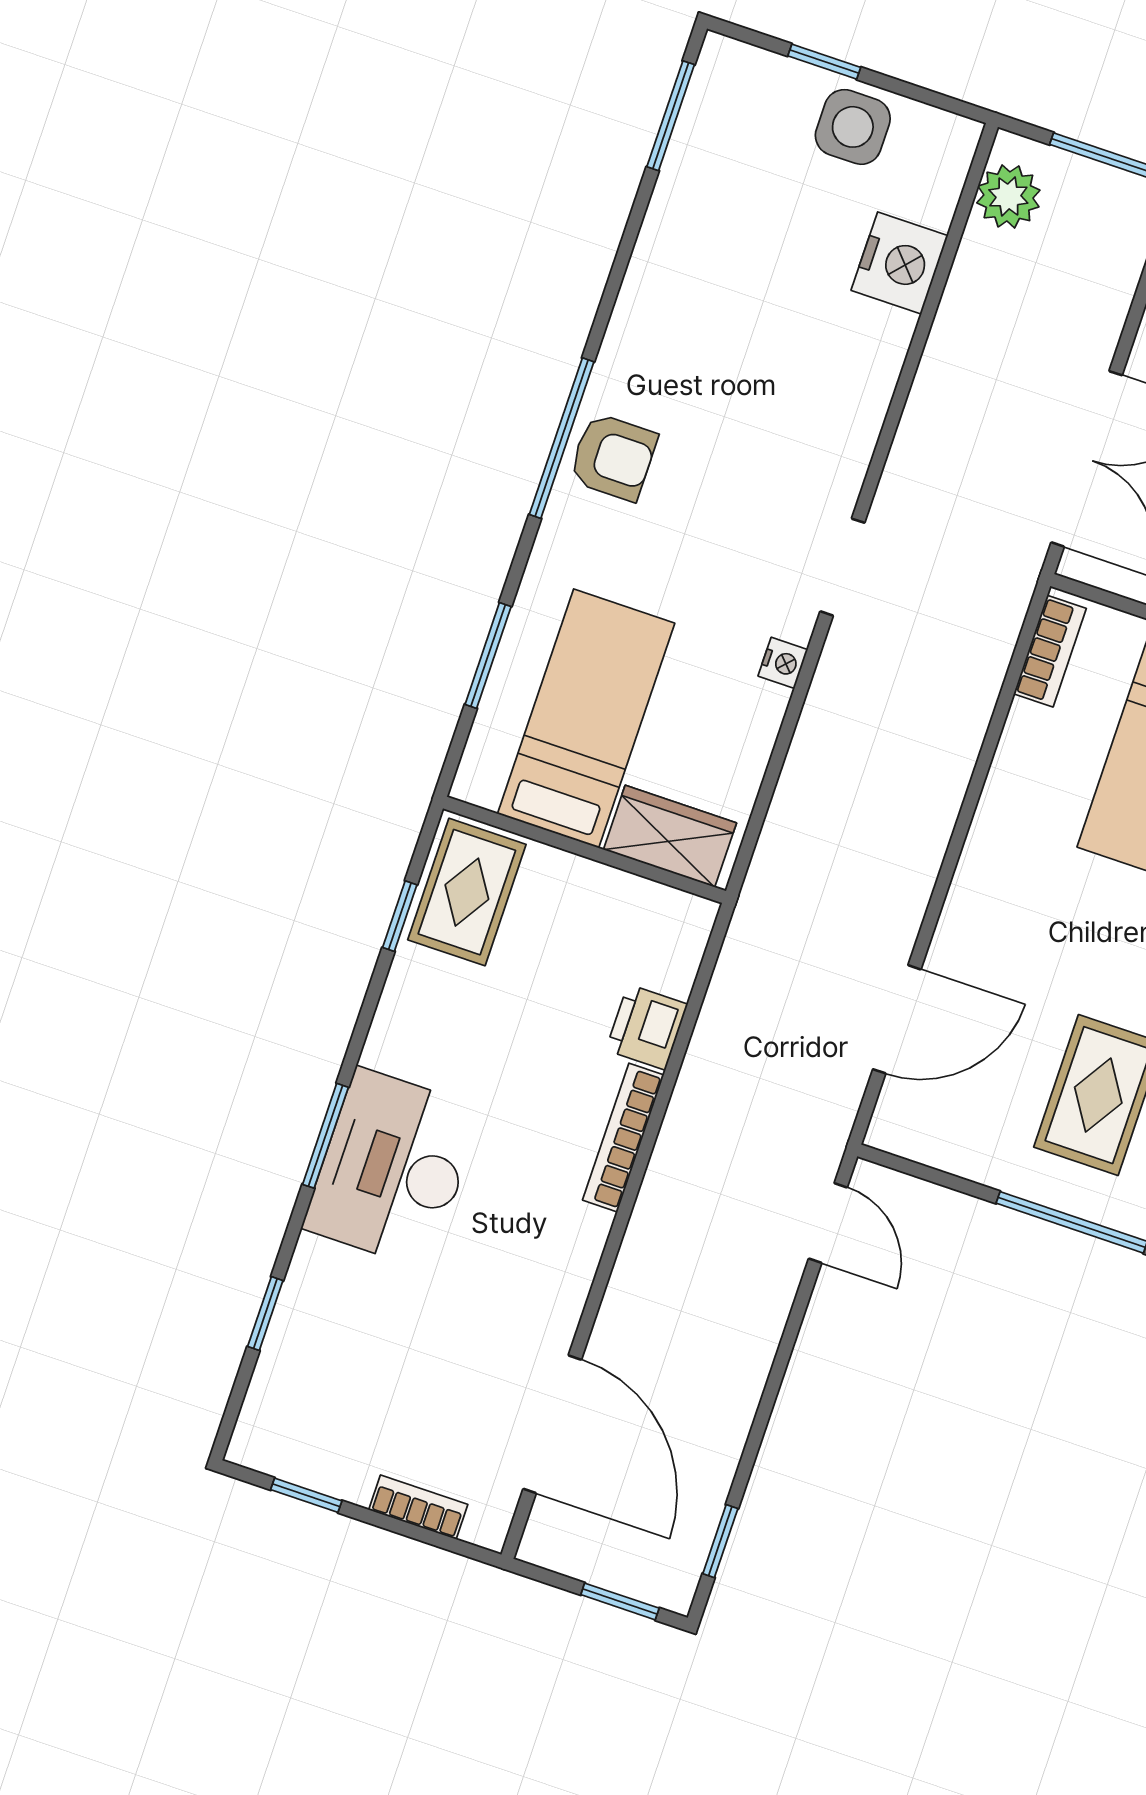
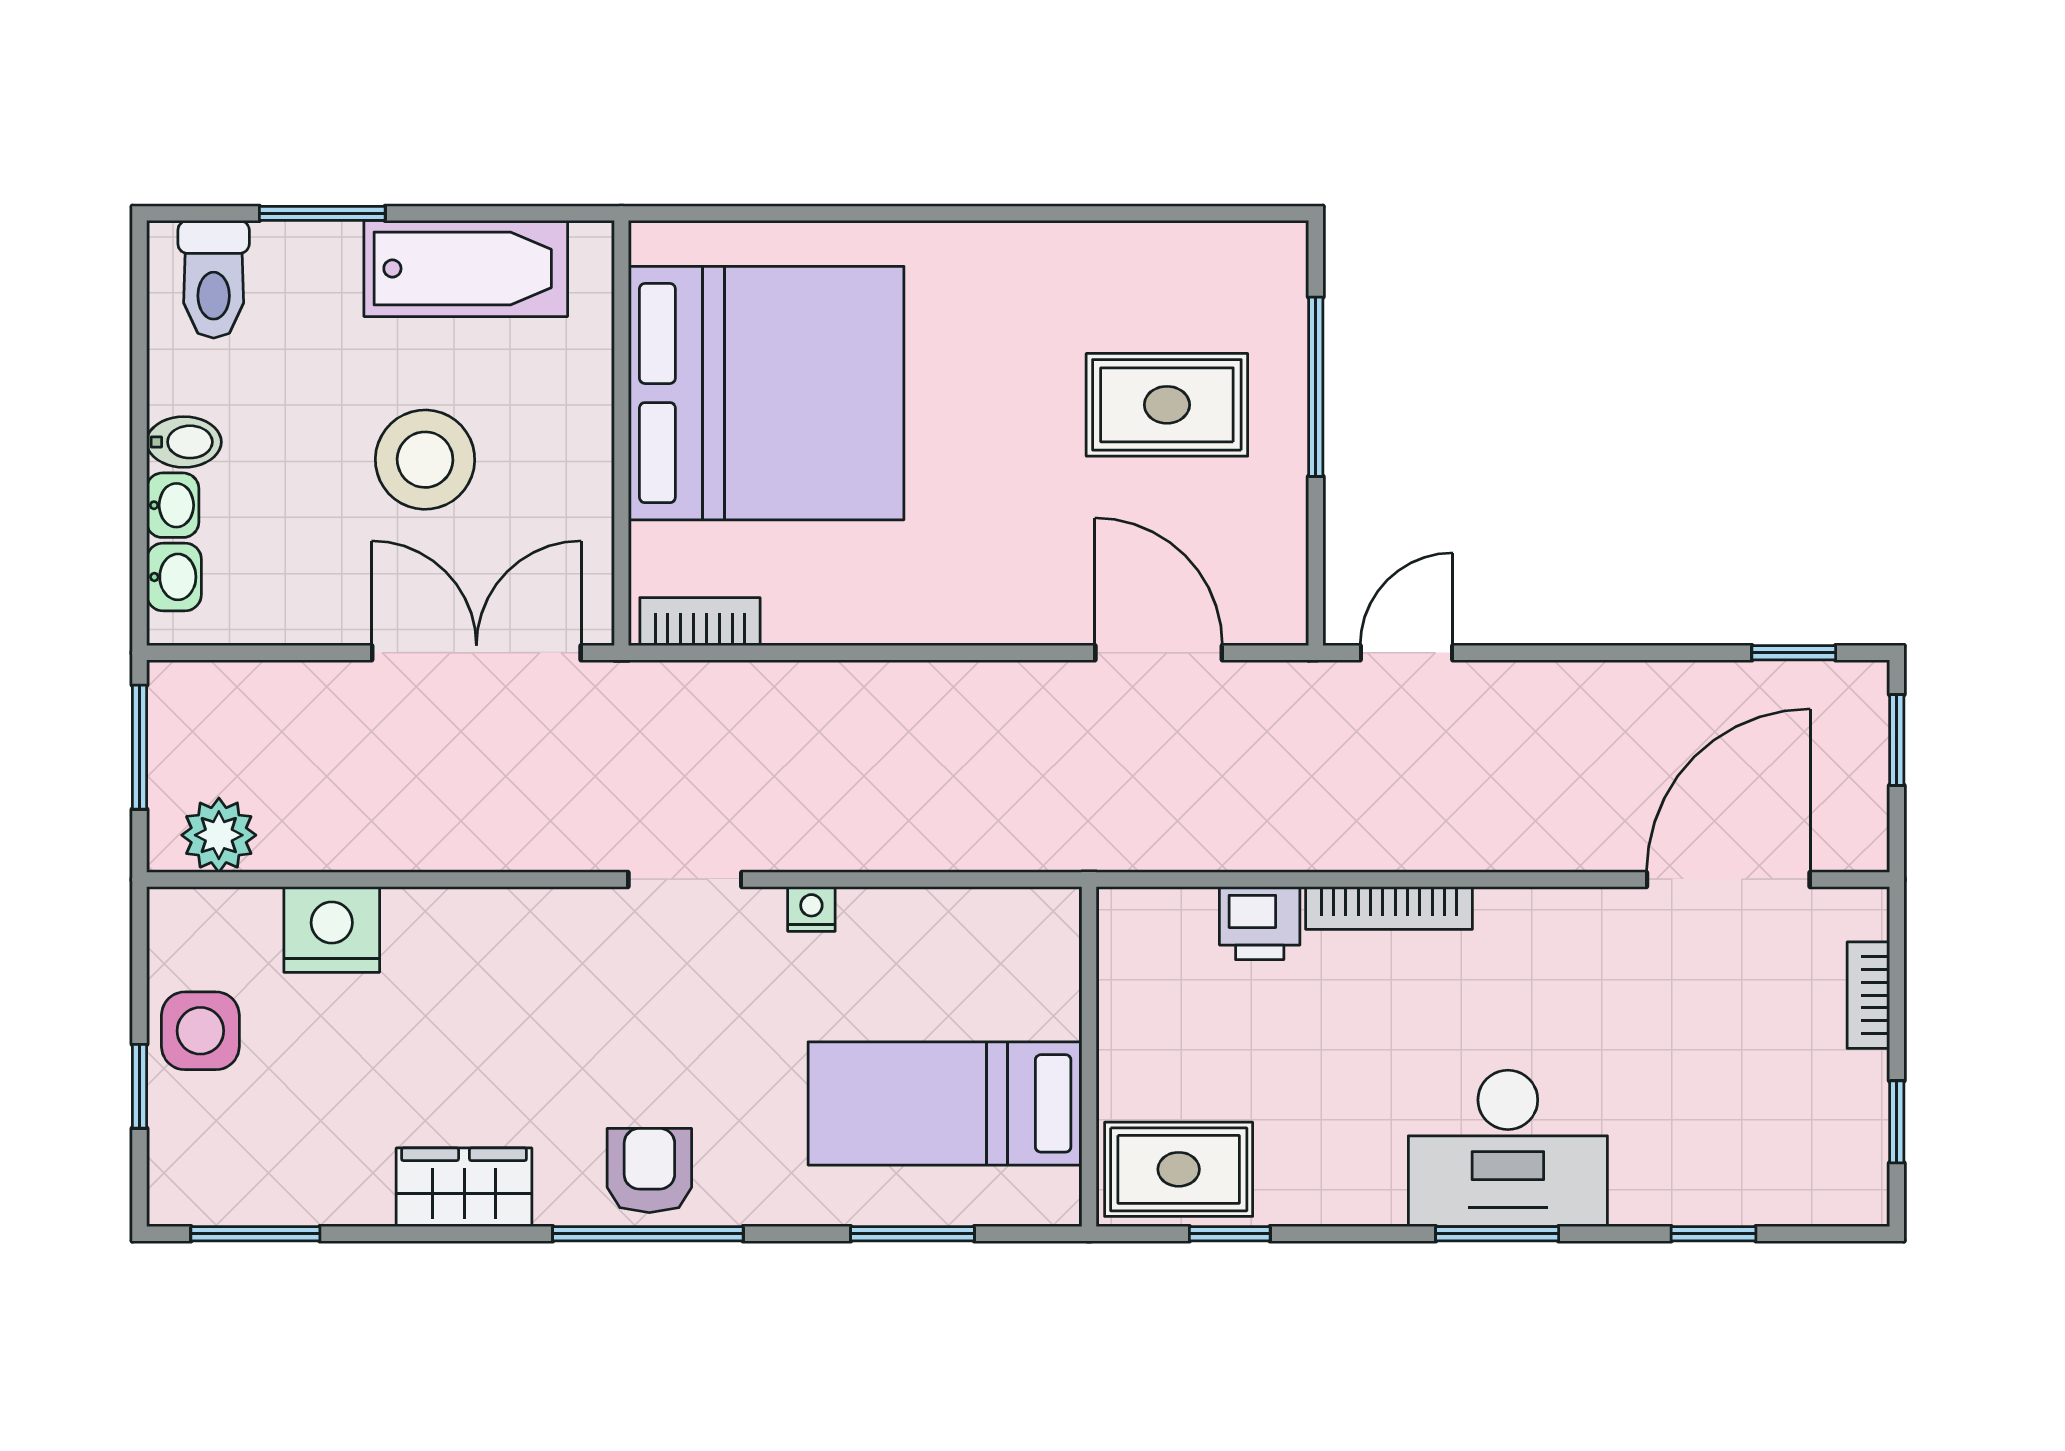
wardrobe: (670, 836) -> (464, 1187), moved, turned 90

